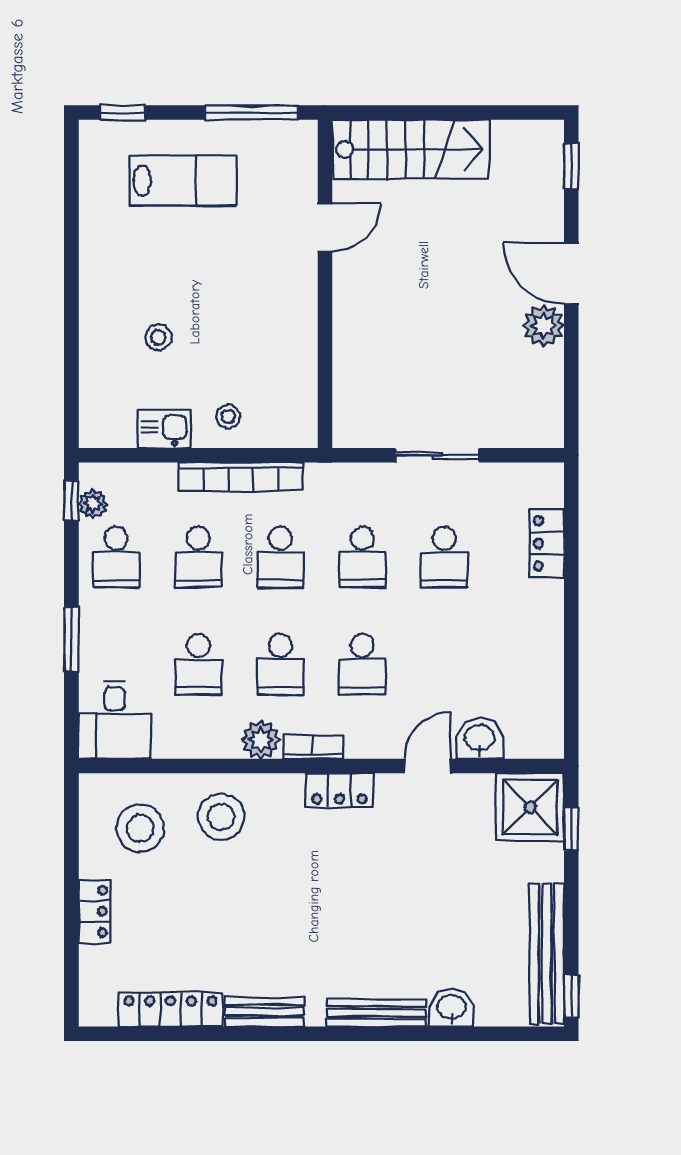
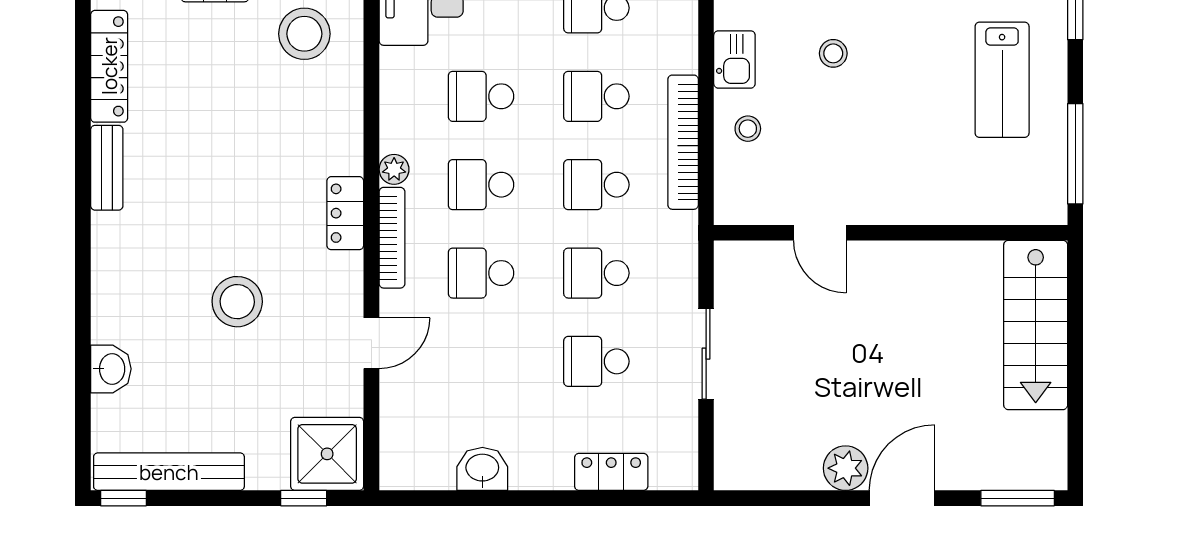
window: (571, 166) -> (1018, 498), width x1.50
door: (325, 227) -> (820, 233), moved
washbasin: (480, 739) -> (482, 469), moved, turned -90
plant: (261, 740) -> (394, 169), width x0.73, depth x0.73
bookcase: (313, 747) -> (392, 238), width x1.56
door: (428, 766) -> (371, 343), hinge flipped
locker: (339, 790) -> (345, 213), moved
stool: (221, 817) -> (237, 302), moved
bench: (376, 1013) -> (106, 288), removed

